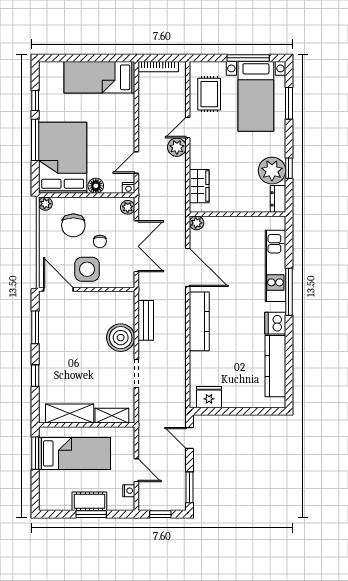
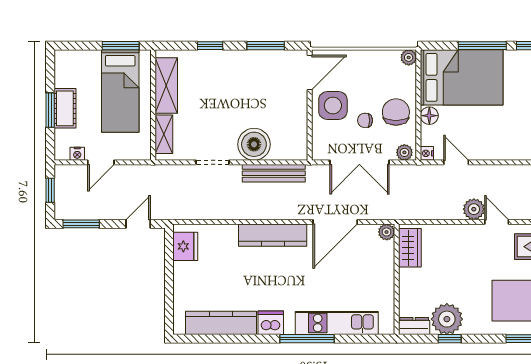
wardrobe: (199, 186) -> (410, 248), moved, turned -90
chair: (73, 225) -> (396, 112), moved, turned 90
bench: (146, 320) -> (274, 173), width x1.36

